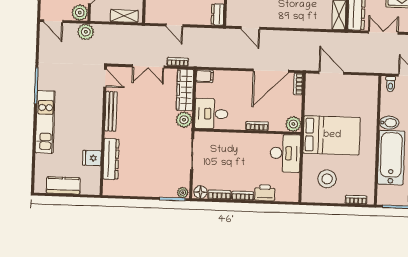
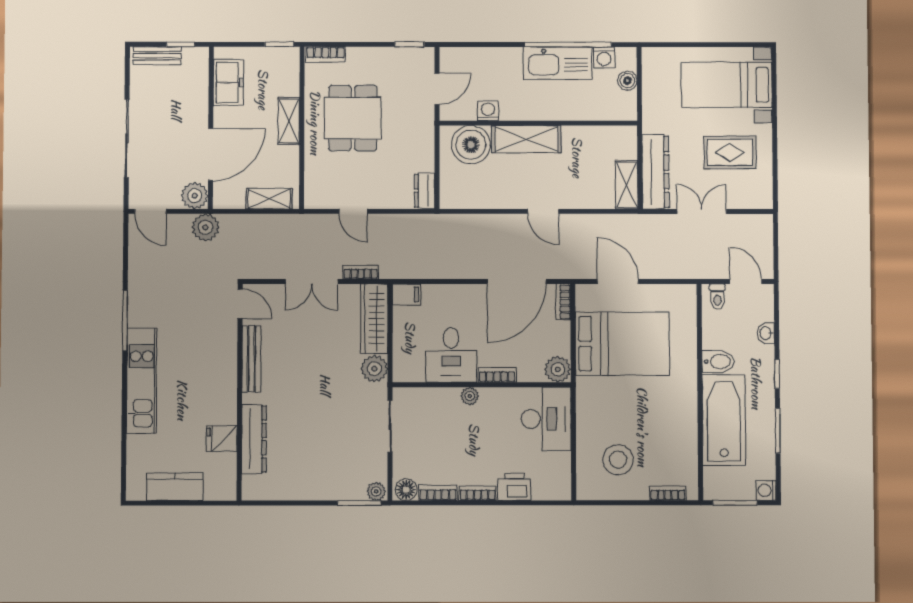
door: (250, 28) -> (543, 211), moved
desk: (211, 114) -> (451, 355), moved, turned -90
bed: (332, 135) -> (622, 344), moved
plant: (240, 138) -> (470, 396), added

